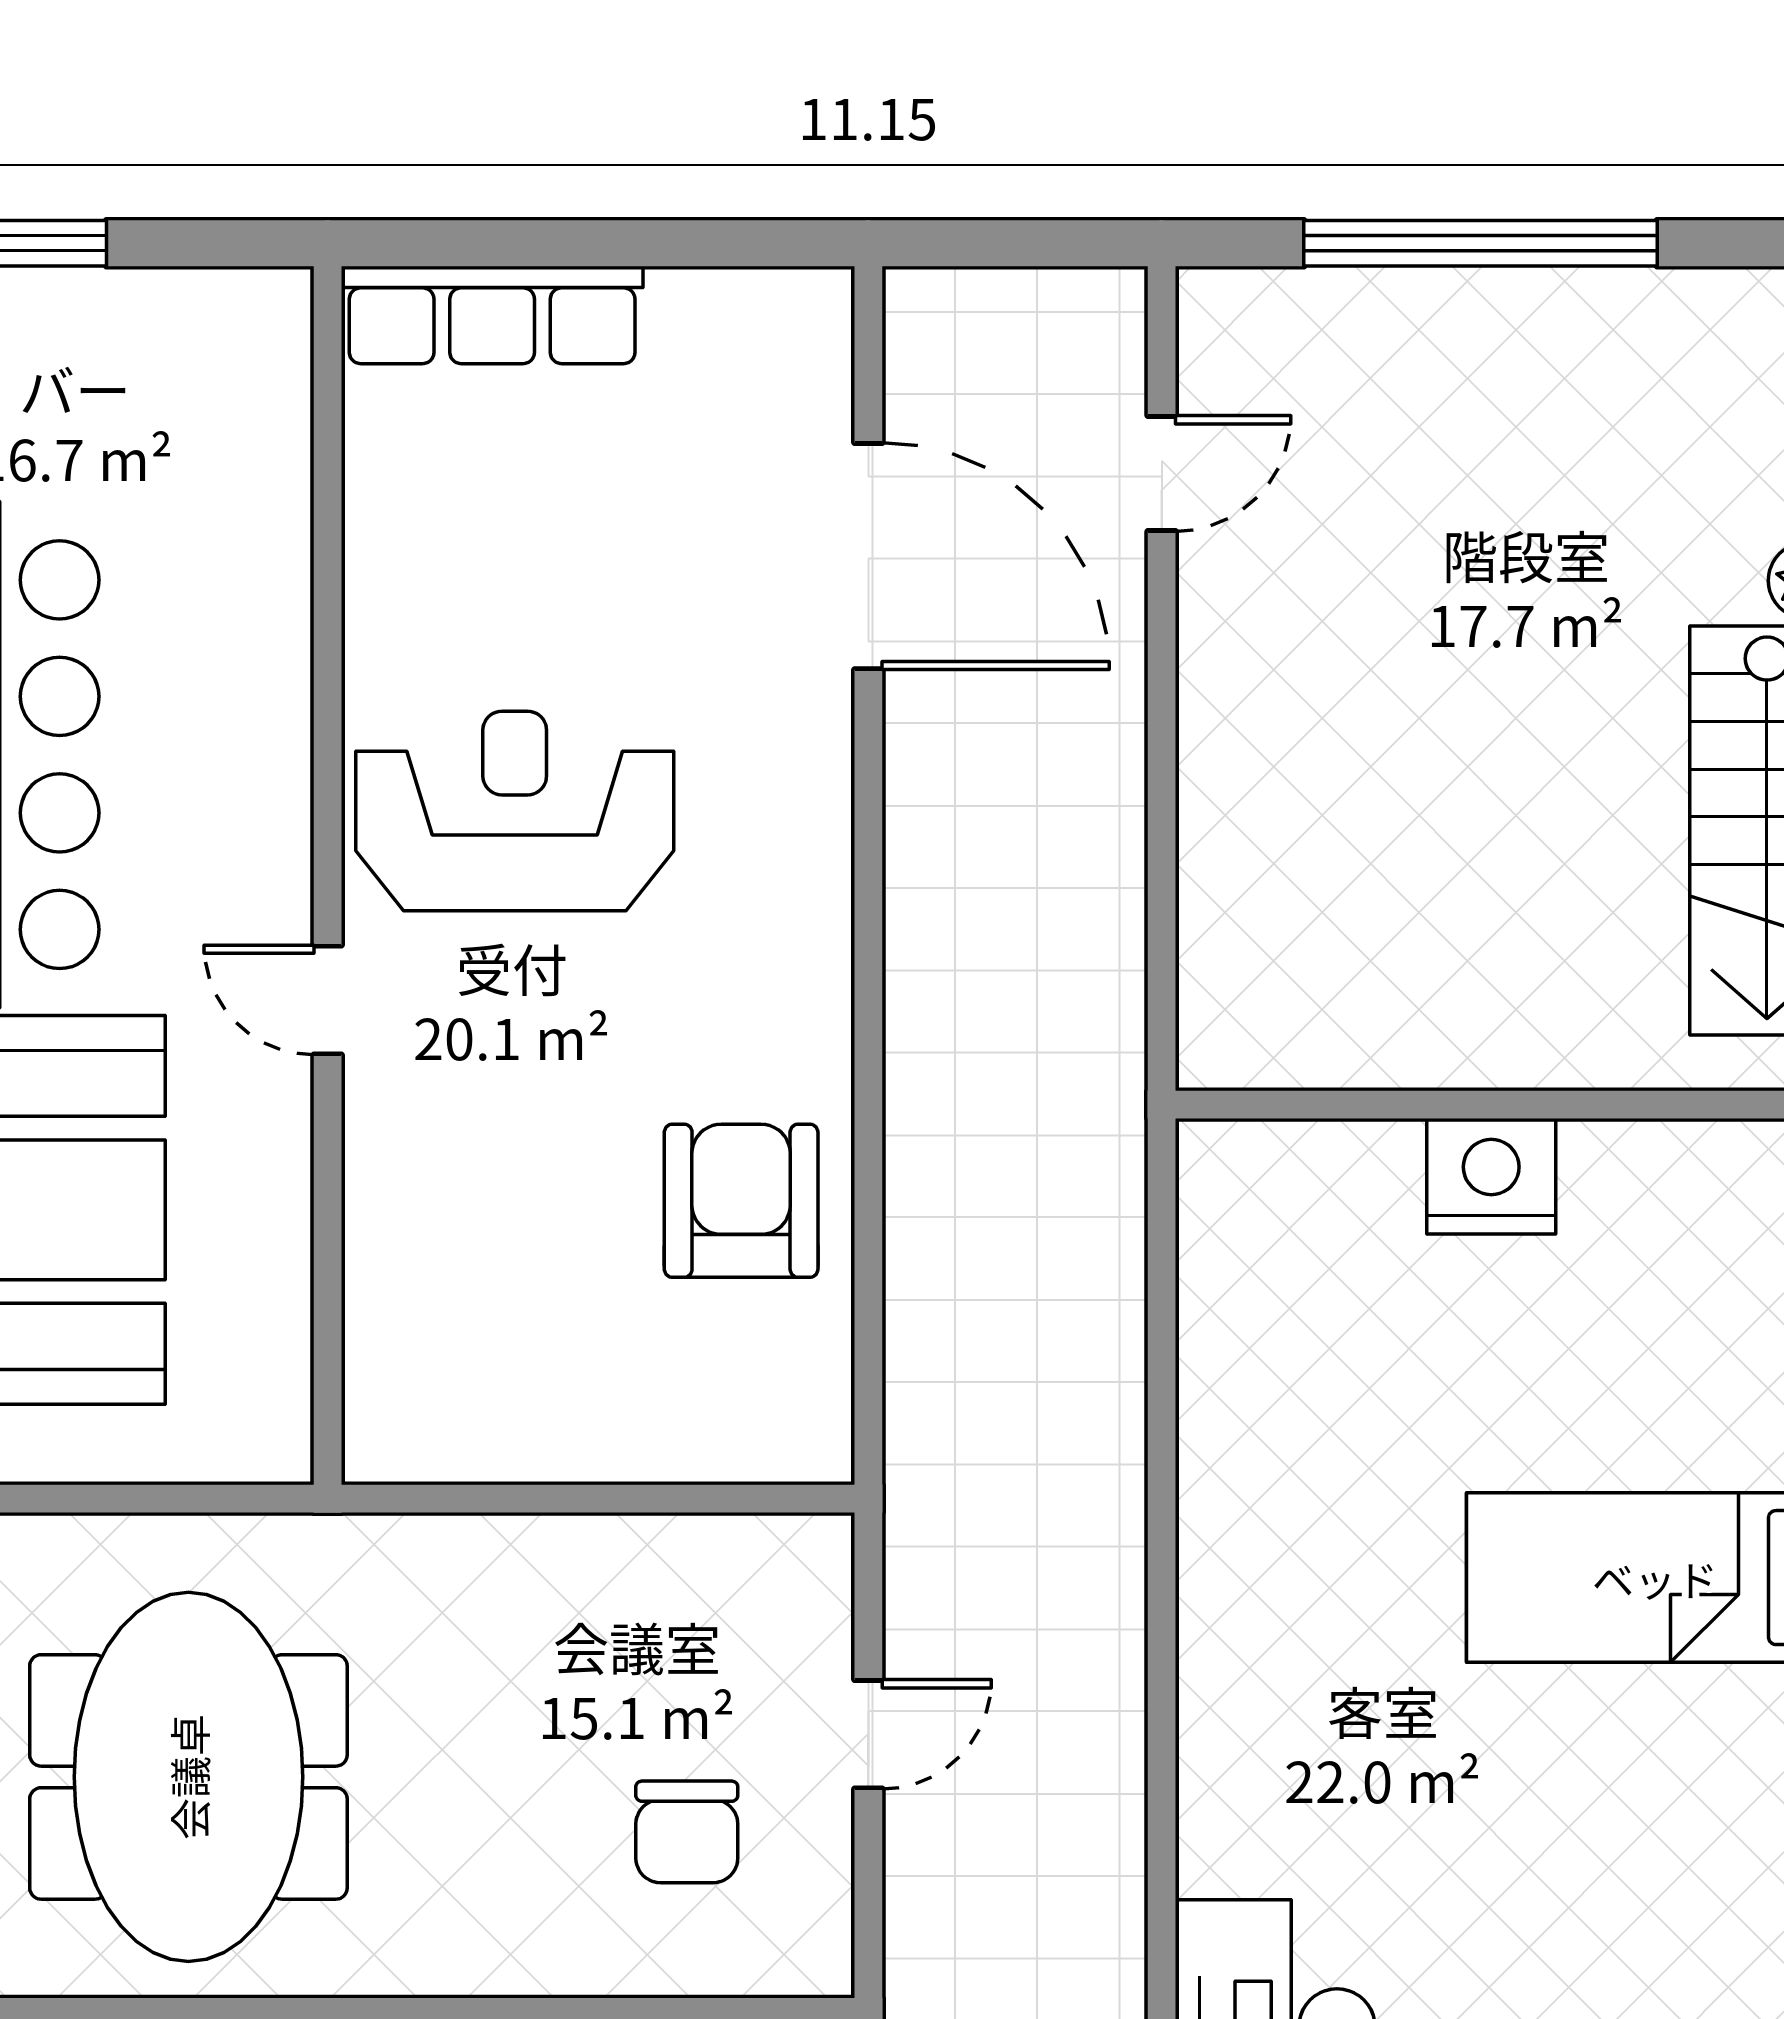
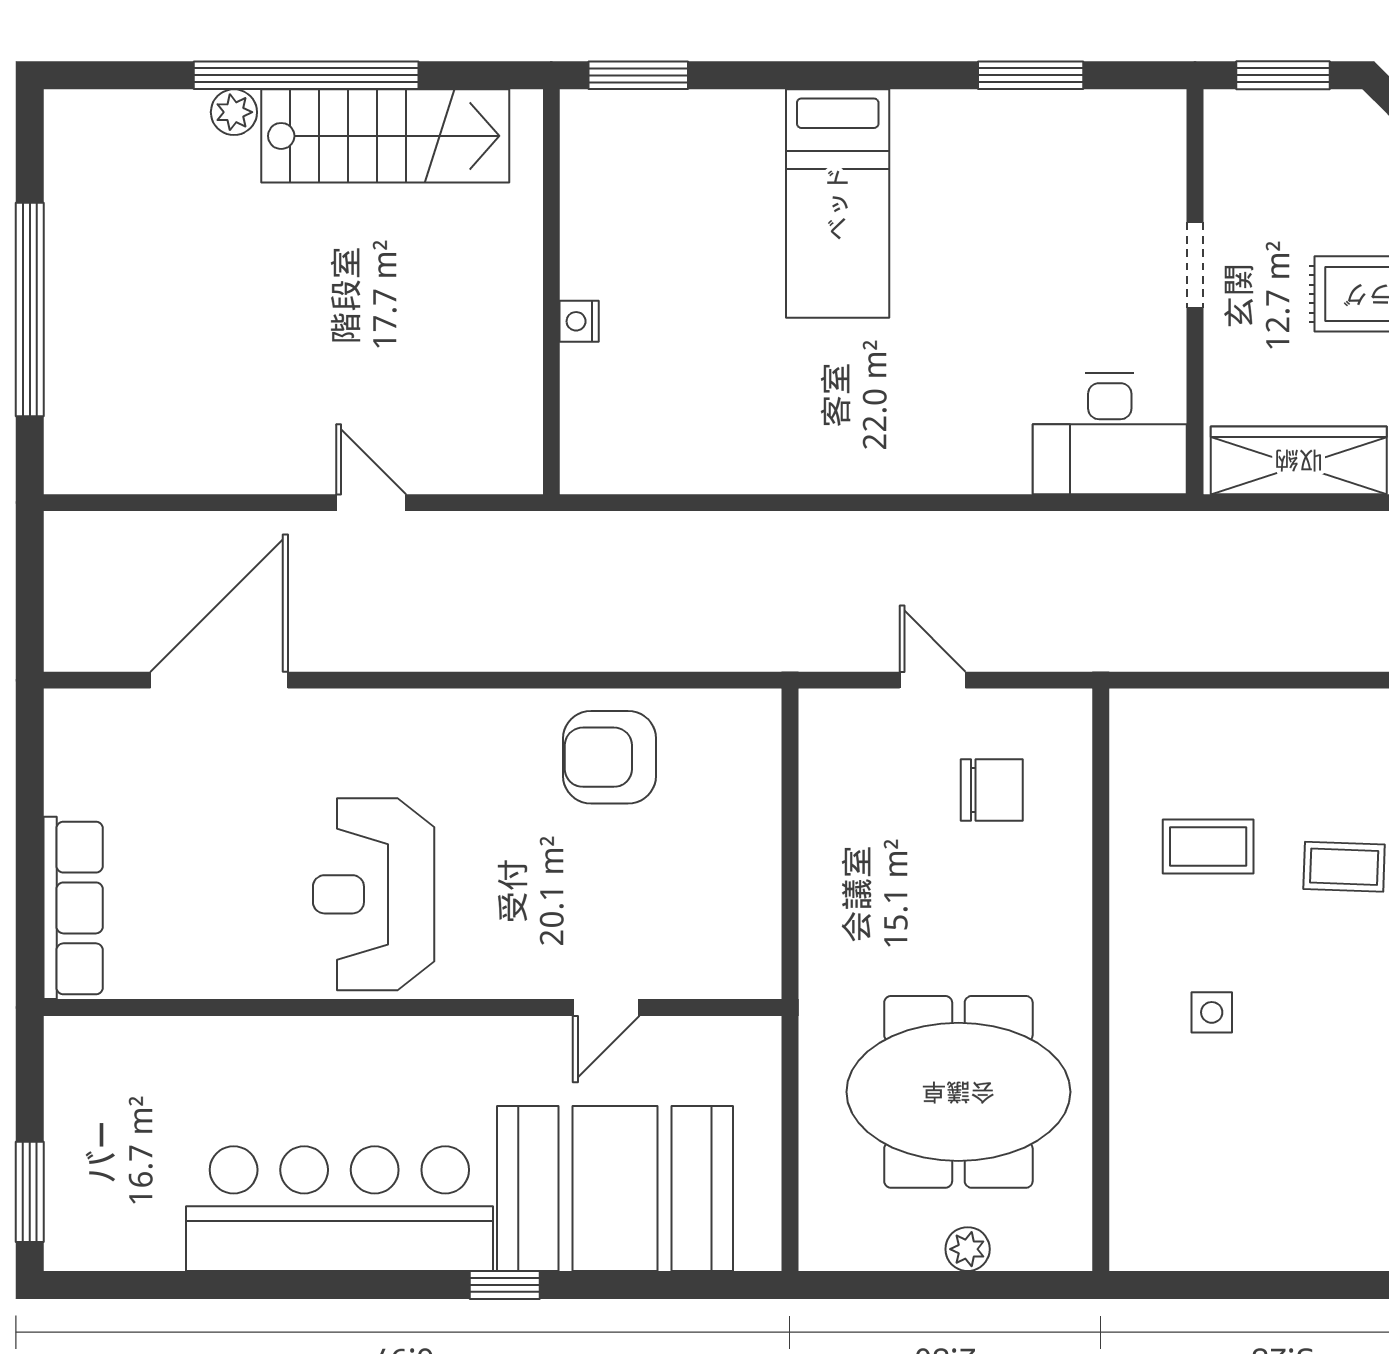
door: (1162, 474) -> (371, 503), moved
door: (328, 1000) -> (606, 1008), moved
nightstand: (1491, 1176) -> (579, 321), width x0.53, depth x0.56

